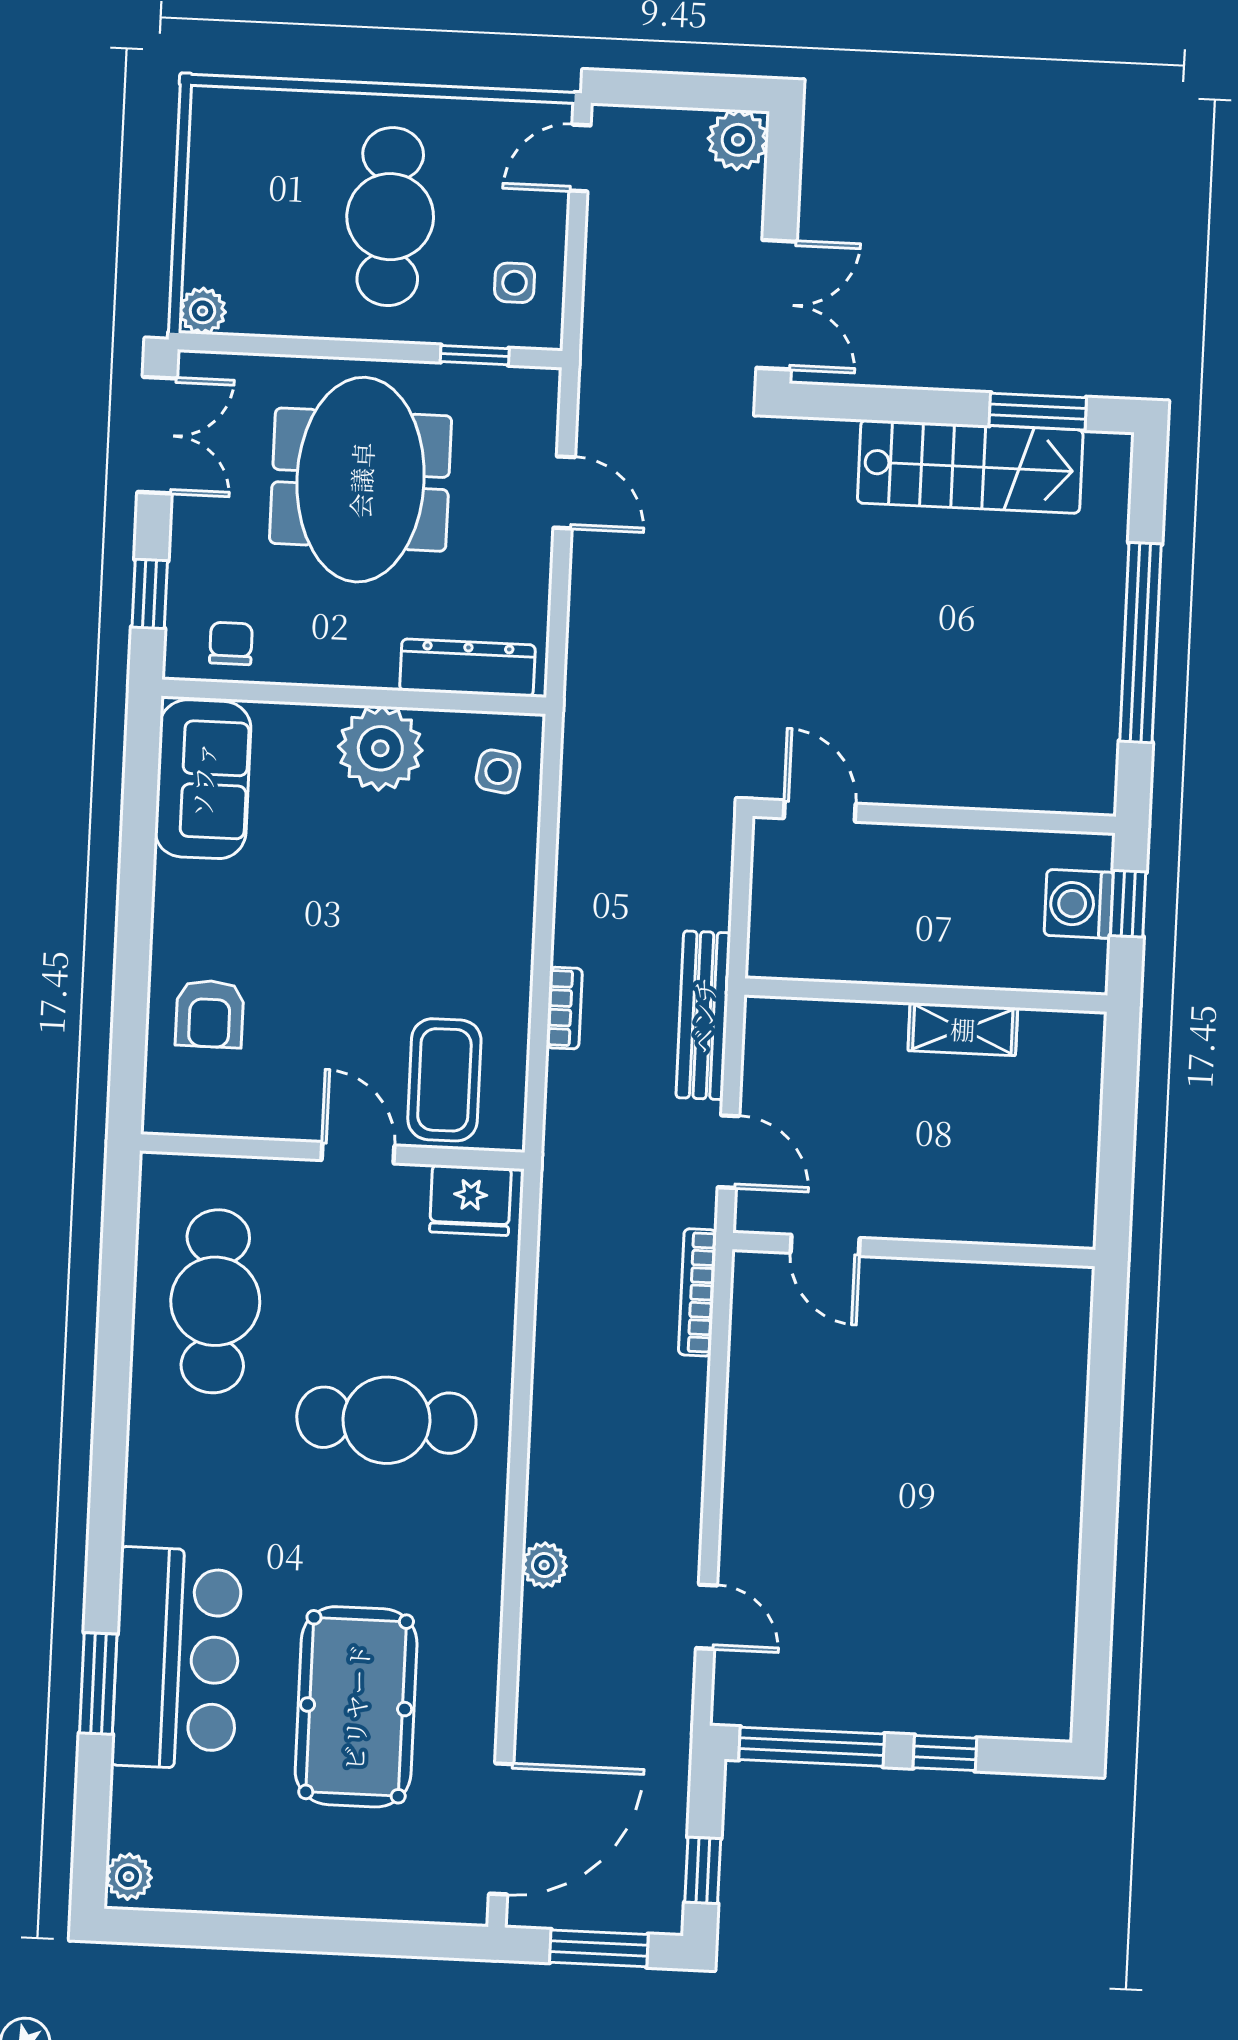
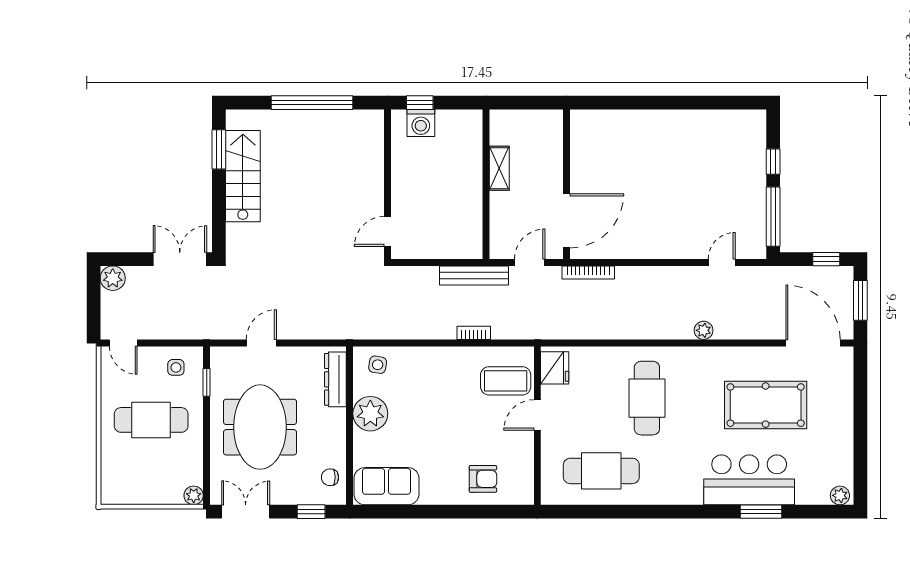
meeting table: (361, 480) -> (260, 427), turned 90
wall: (926, 995) -> (486, 184), moved
shelving: (963, 1029) -> (499, 168), moved
door: (825, 1245) -> (566, 221), width x1.88

